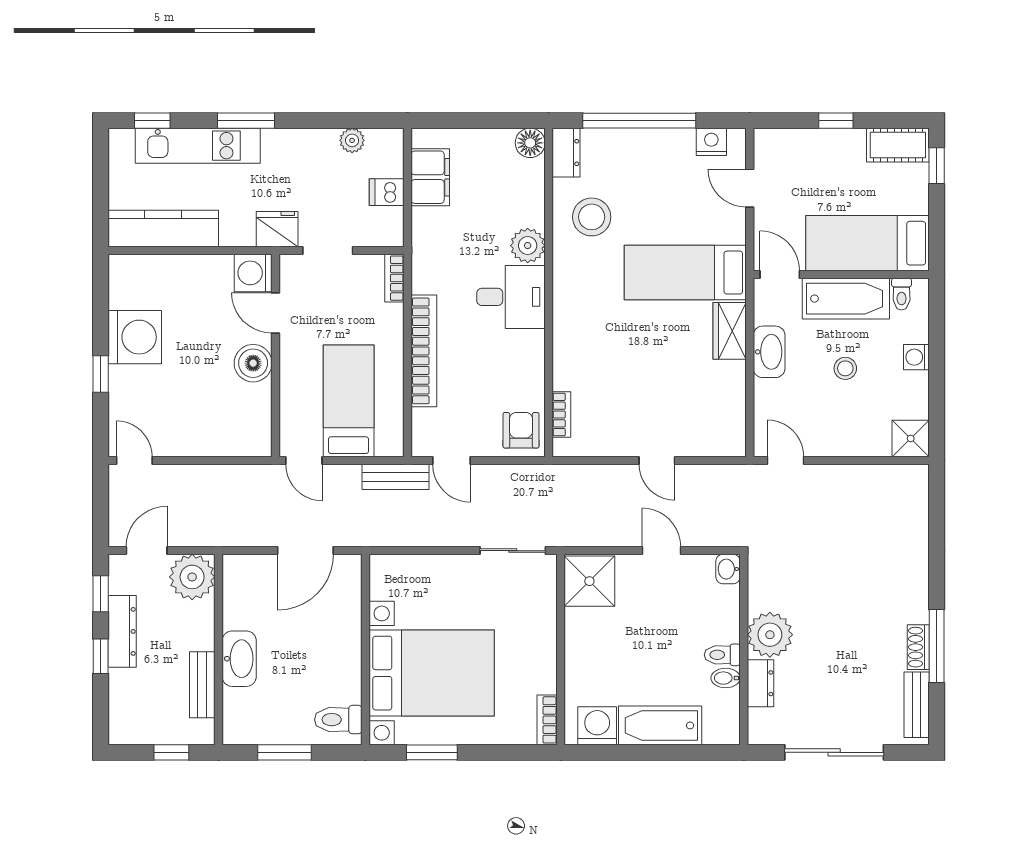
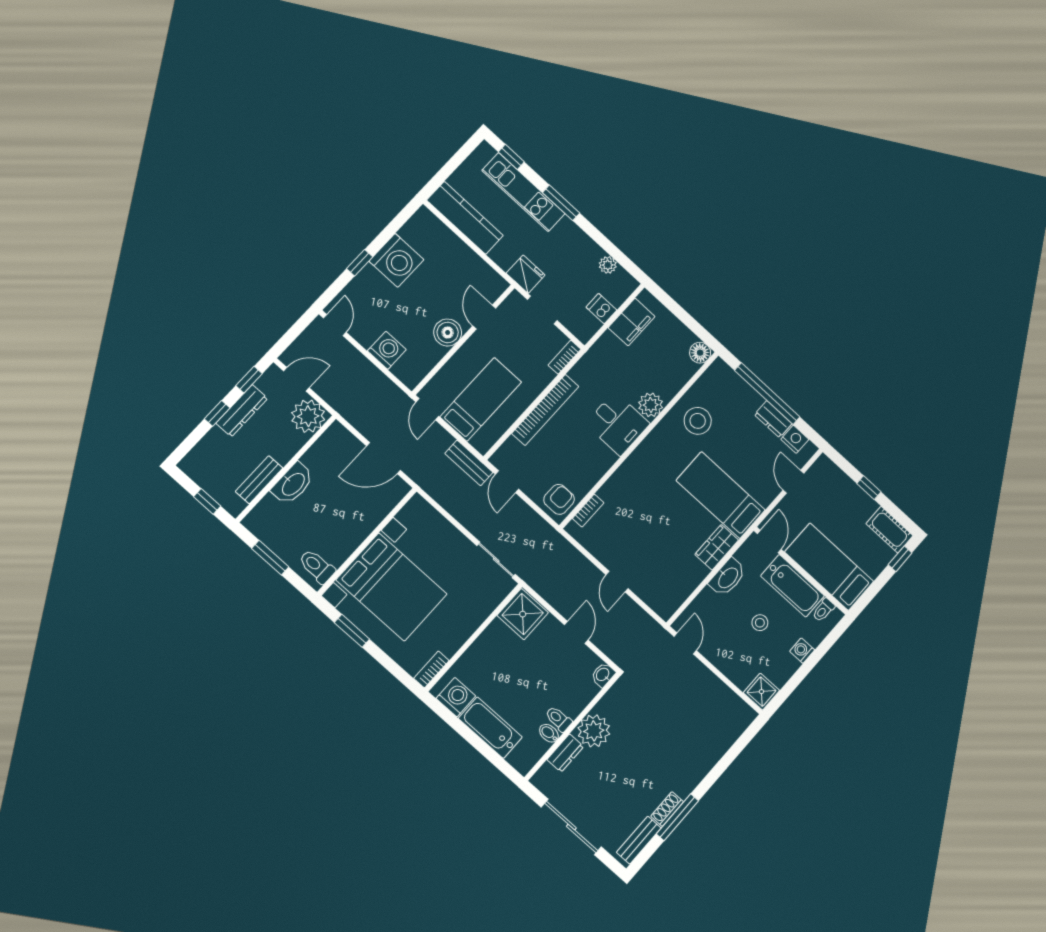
dresser: (566, 153) -> (773, 419), moved, turned 90
washing machine: (253, 273) -> (387, 350), moved, turned 90

